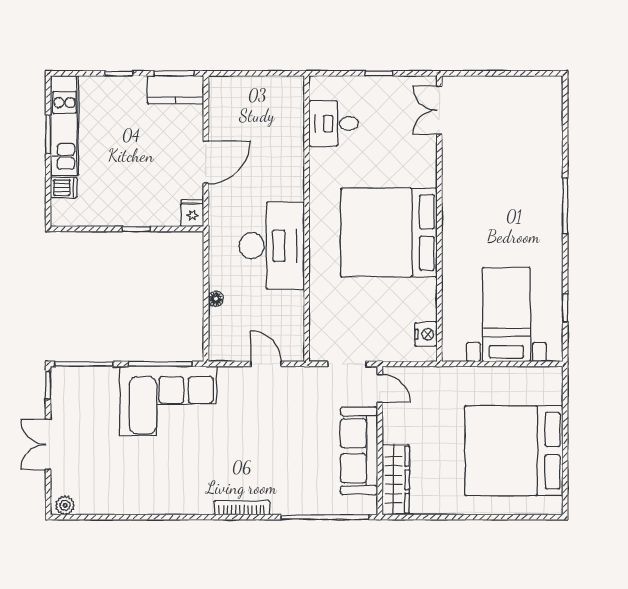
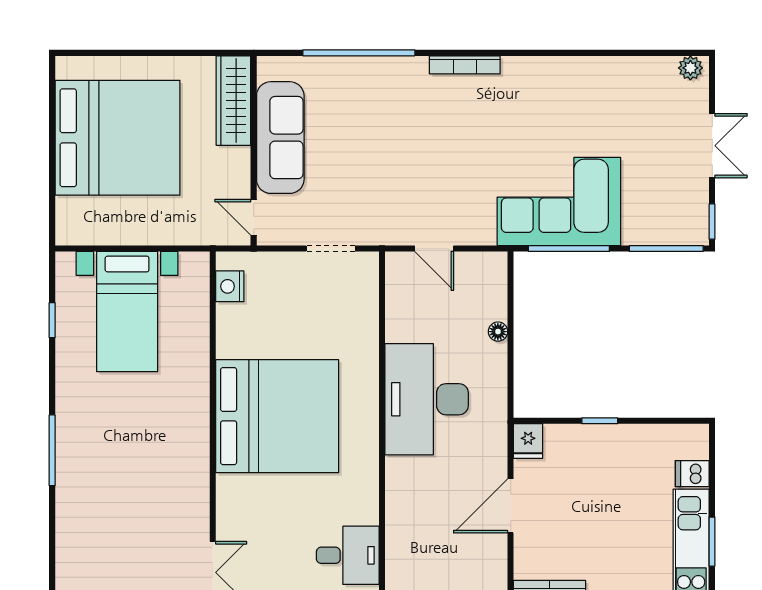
door: (380, 388) -> (254, 217), moved
wall: (380, 441) -> (254, 151), moved
sofa: (359, 451) -> (280, 138), moved
wardrobe: (396, 480) -> (233, 101), moved

